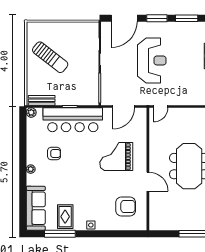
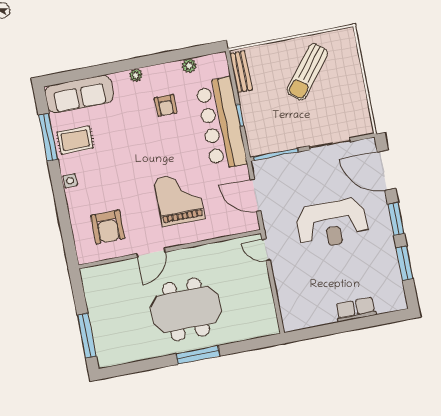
plant: (31, 113) -> (189, 66), moved

